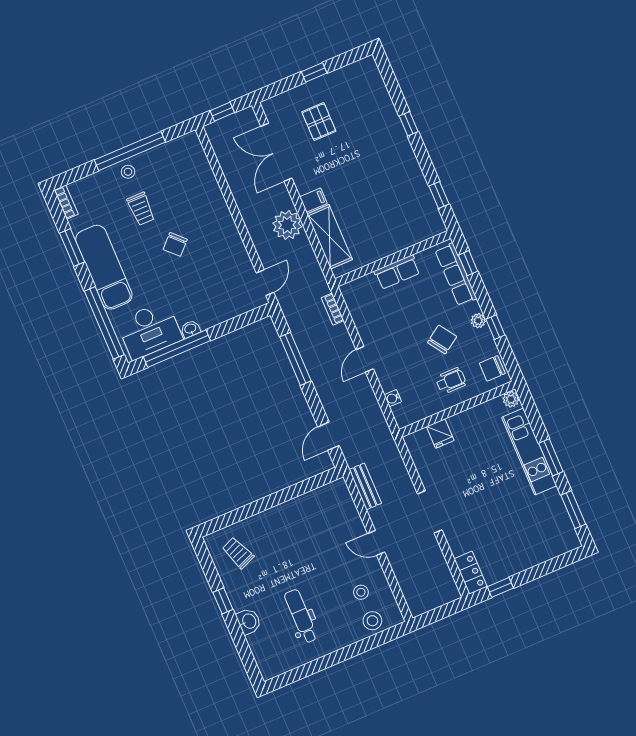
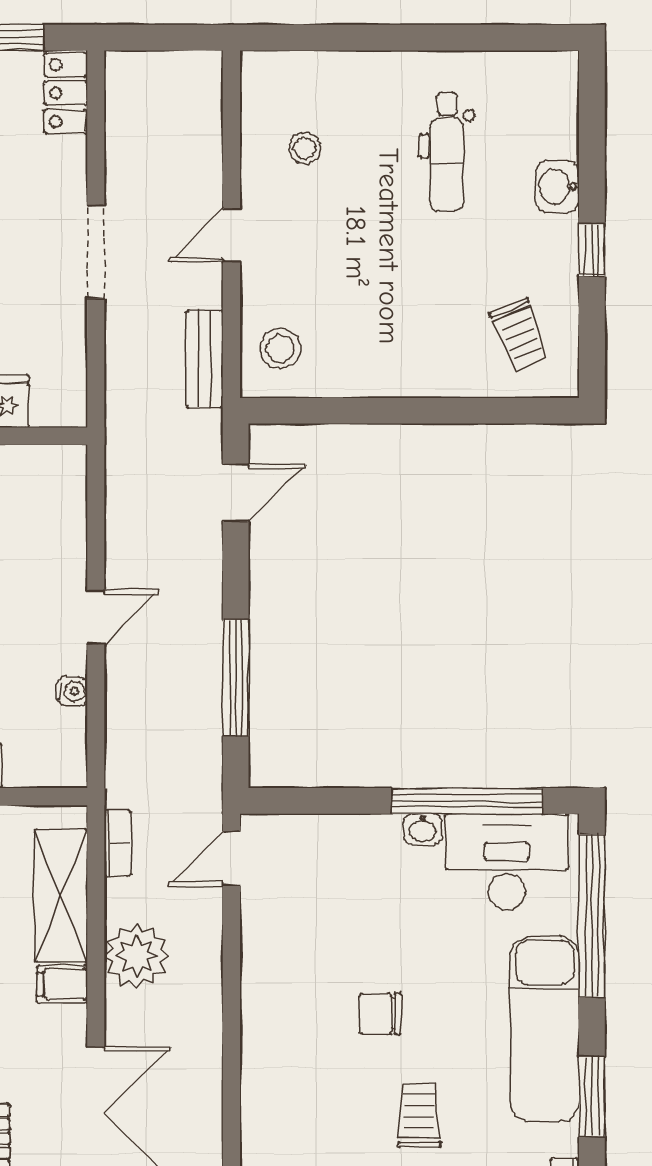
chair: (175, 244) -> (381, 1014), turned -135
bookcase: (333, 309) -> (118, 843), moved
water cooler: (393, 398) -> (72, 691), moved
door: (376, 543) -> (231, 235), swing flipped
stool: (372, 621) -> (280, 348), moved

